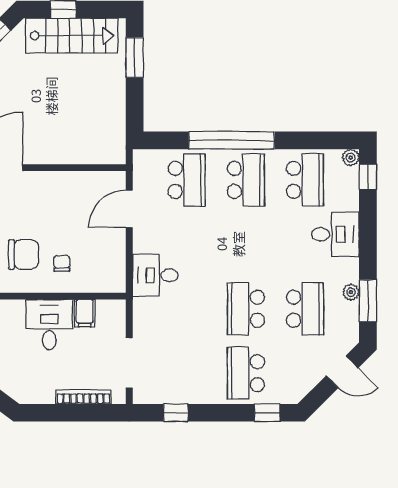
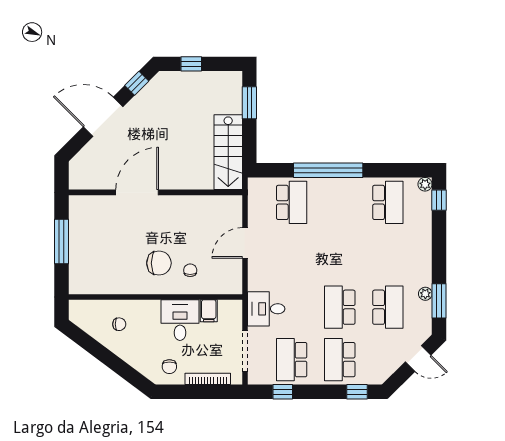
stairs: (72, 36) -> (228, 152), moved, turned 90
school desk: (246, 180) -> (292, 360), moved, turned 180
door: (129, 209) -> (245, 243), moved
desk: (335, 234) -> (413, 247), removed
desk: (155, 275) -> (266, 309), moved
chair: (36, 382) -> (169, 367), added

